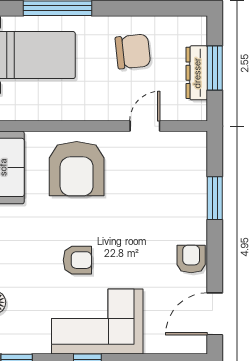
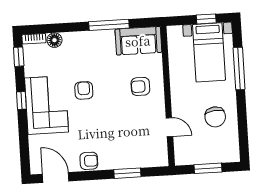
dresser: (197, 73) -> (204, 157), removed
armchair: (77, 169) -> (140, 86), width x0.53, depth x0.53
armchair: (77, 260) -> (84, 90), turned 180

